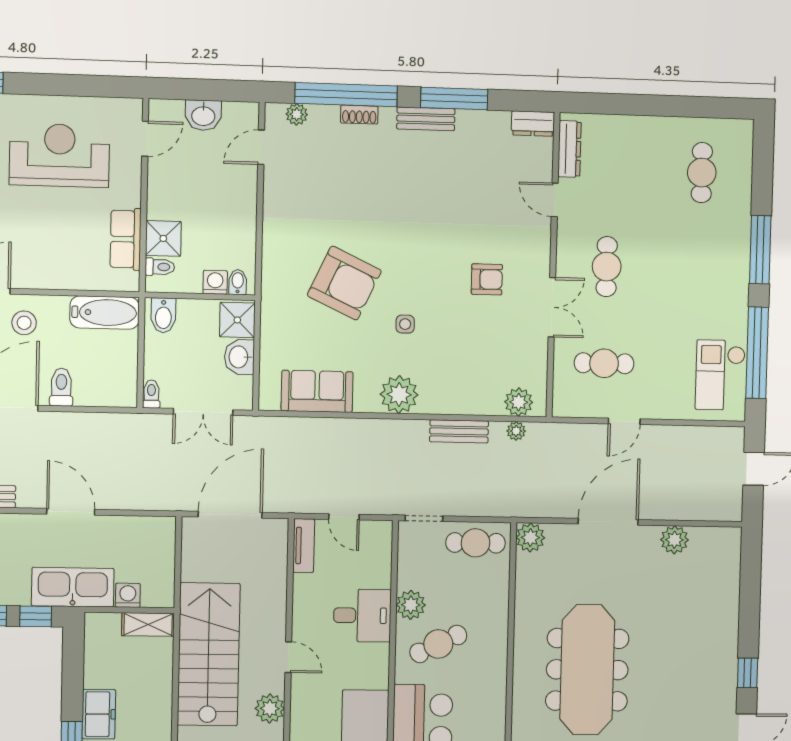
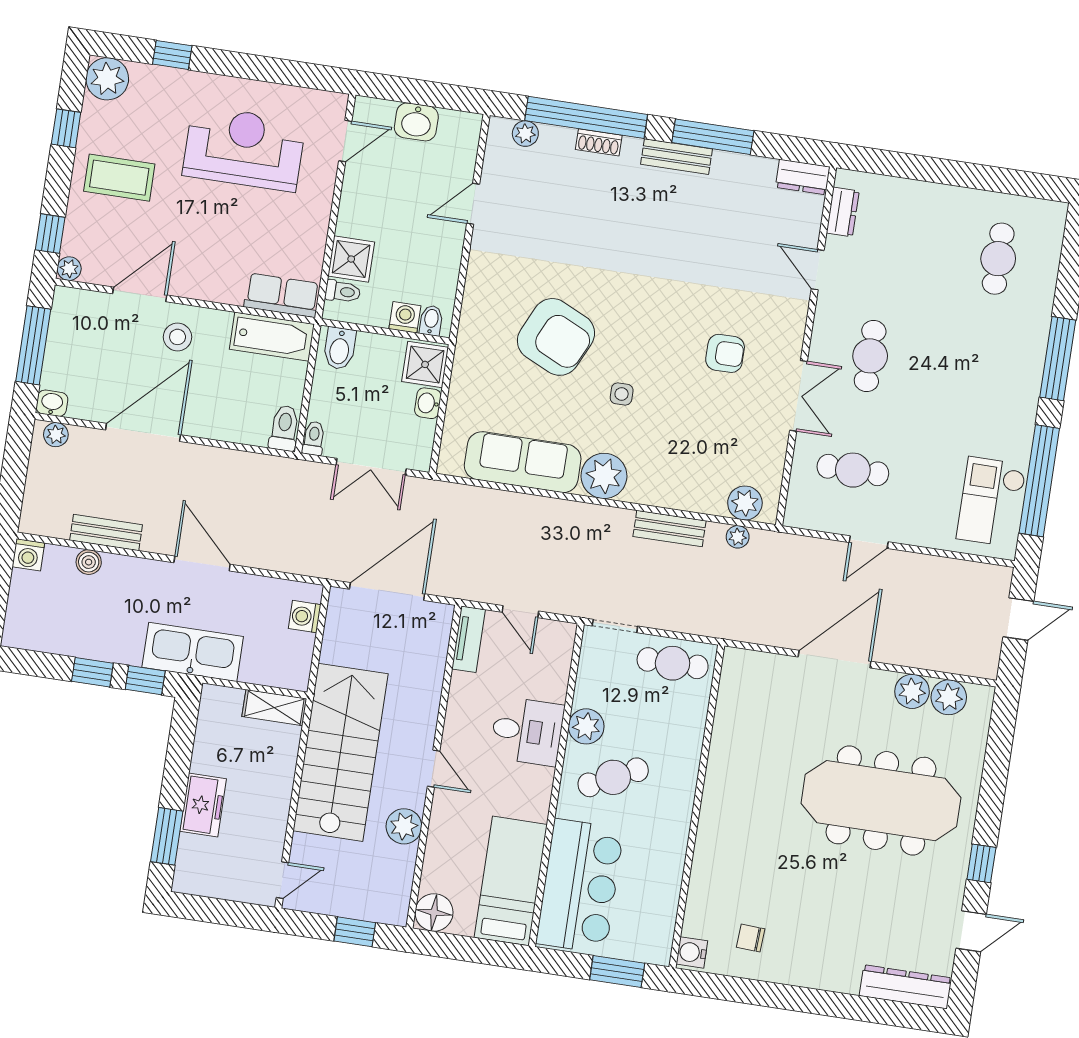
door: (261, 147) -> (473, 204), moved
dresser: (569, 149) -> (843, 212), width x0.70
row of seats: (126, 239) -> (282, 295), moved, turned 90
washbasin: (239, 357) -> (428, 403), width x0.72, depth x0.69
toilet: (61, 387) -> (284, 428), moved
sofa: (317, 391) -> (523, 462), width x1.36
plant: (530, 538) -> (949, 697), moved
washing machine: (128, 595) -> (305, 617), moved, turned -90
meeting table: (587, 670) -> (881, 801), moved, turned 90

